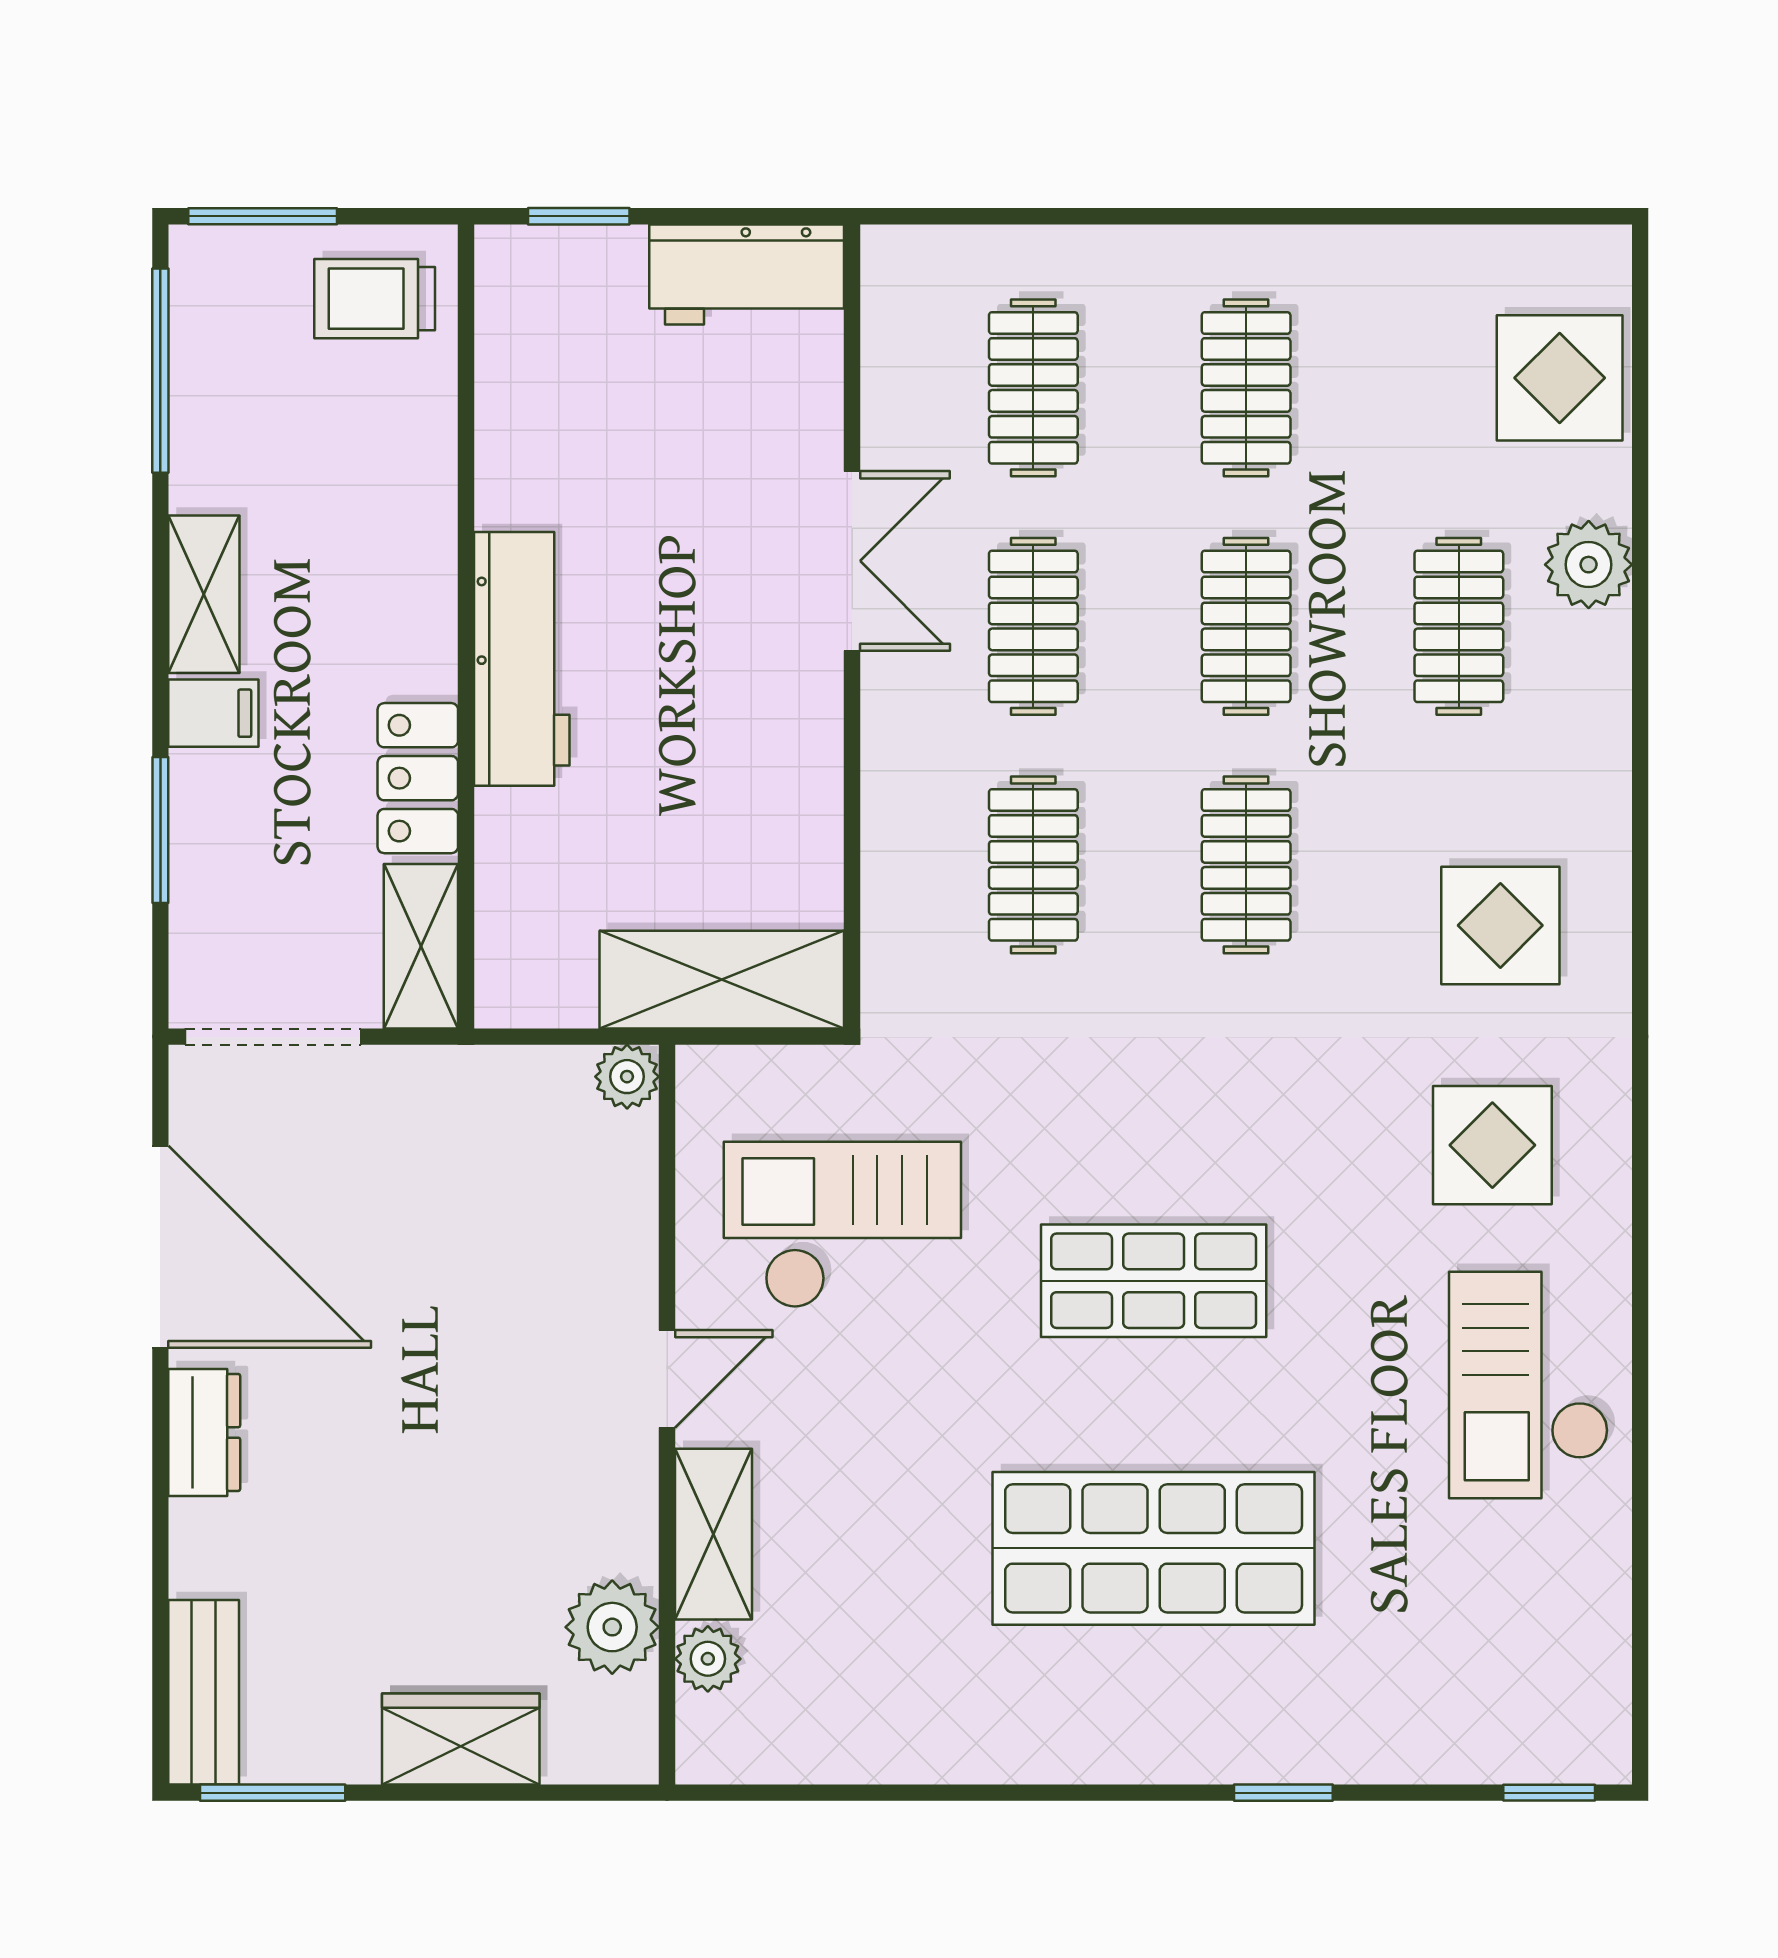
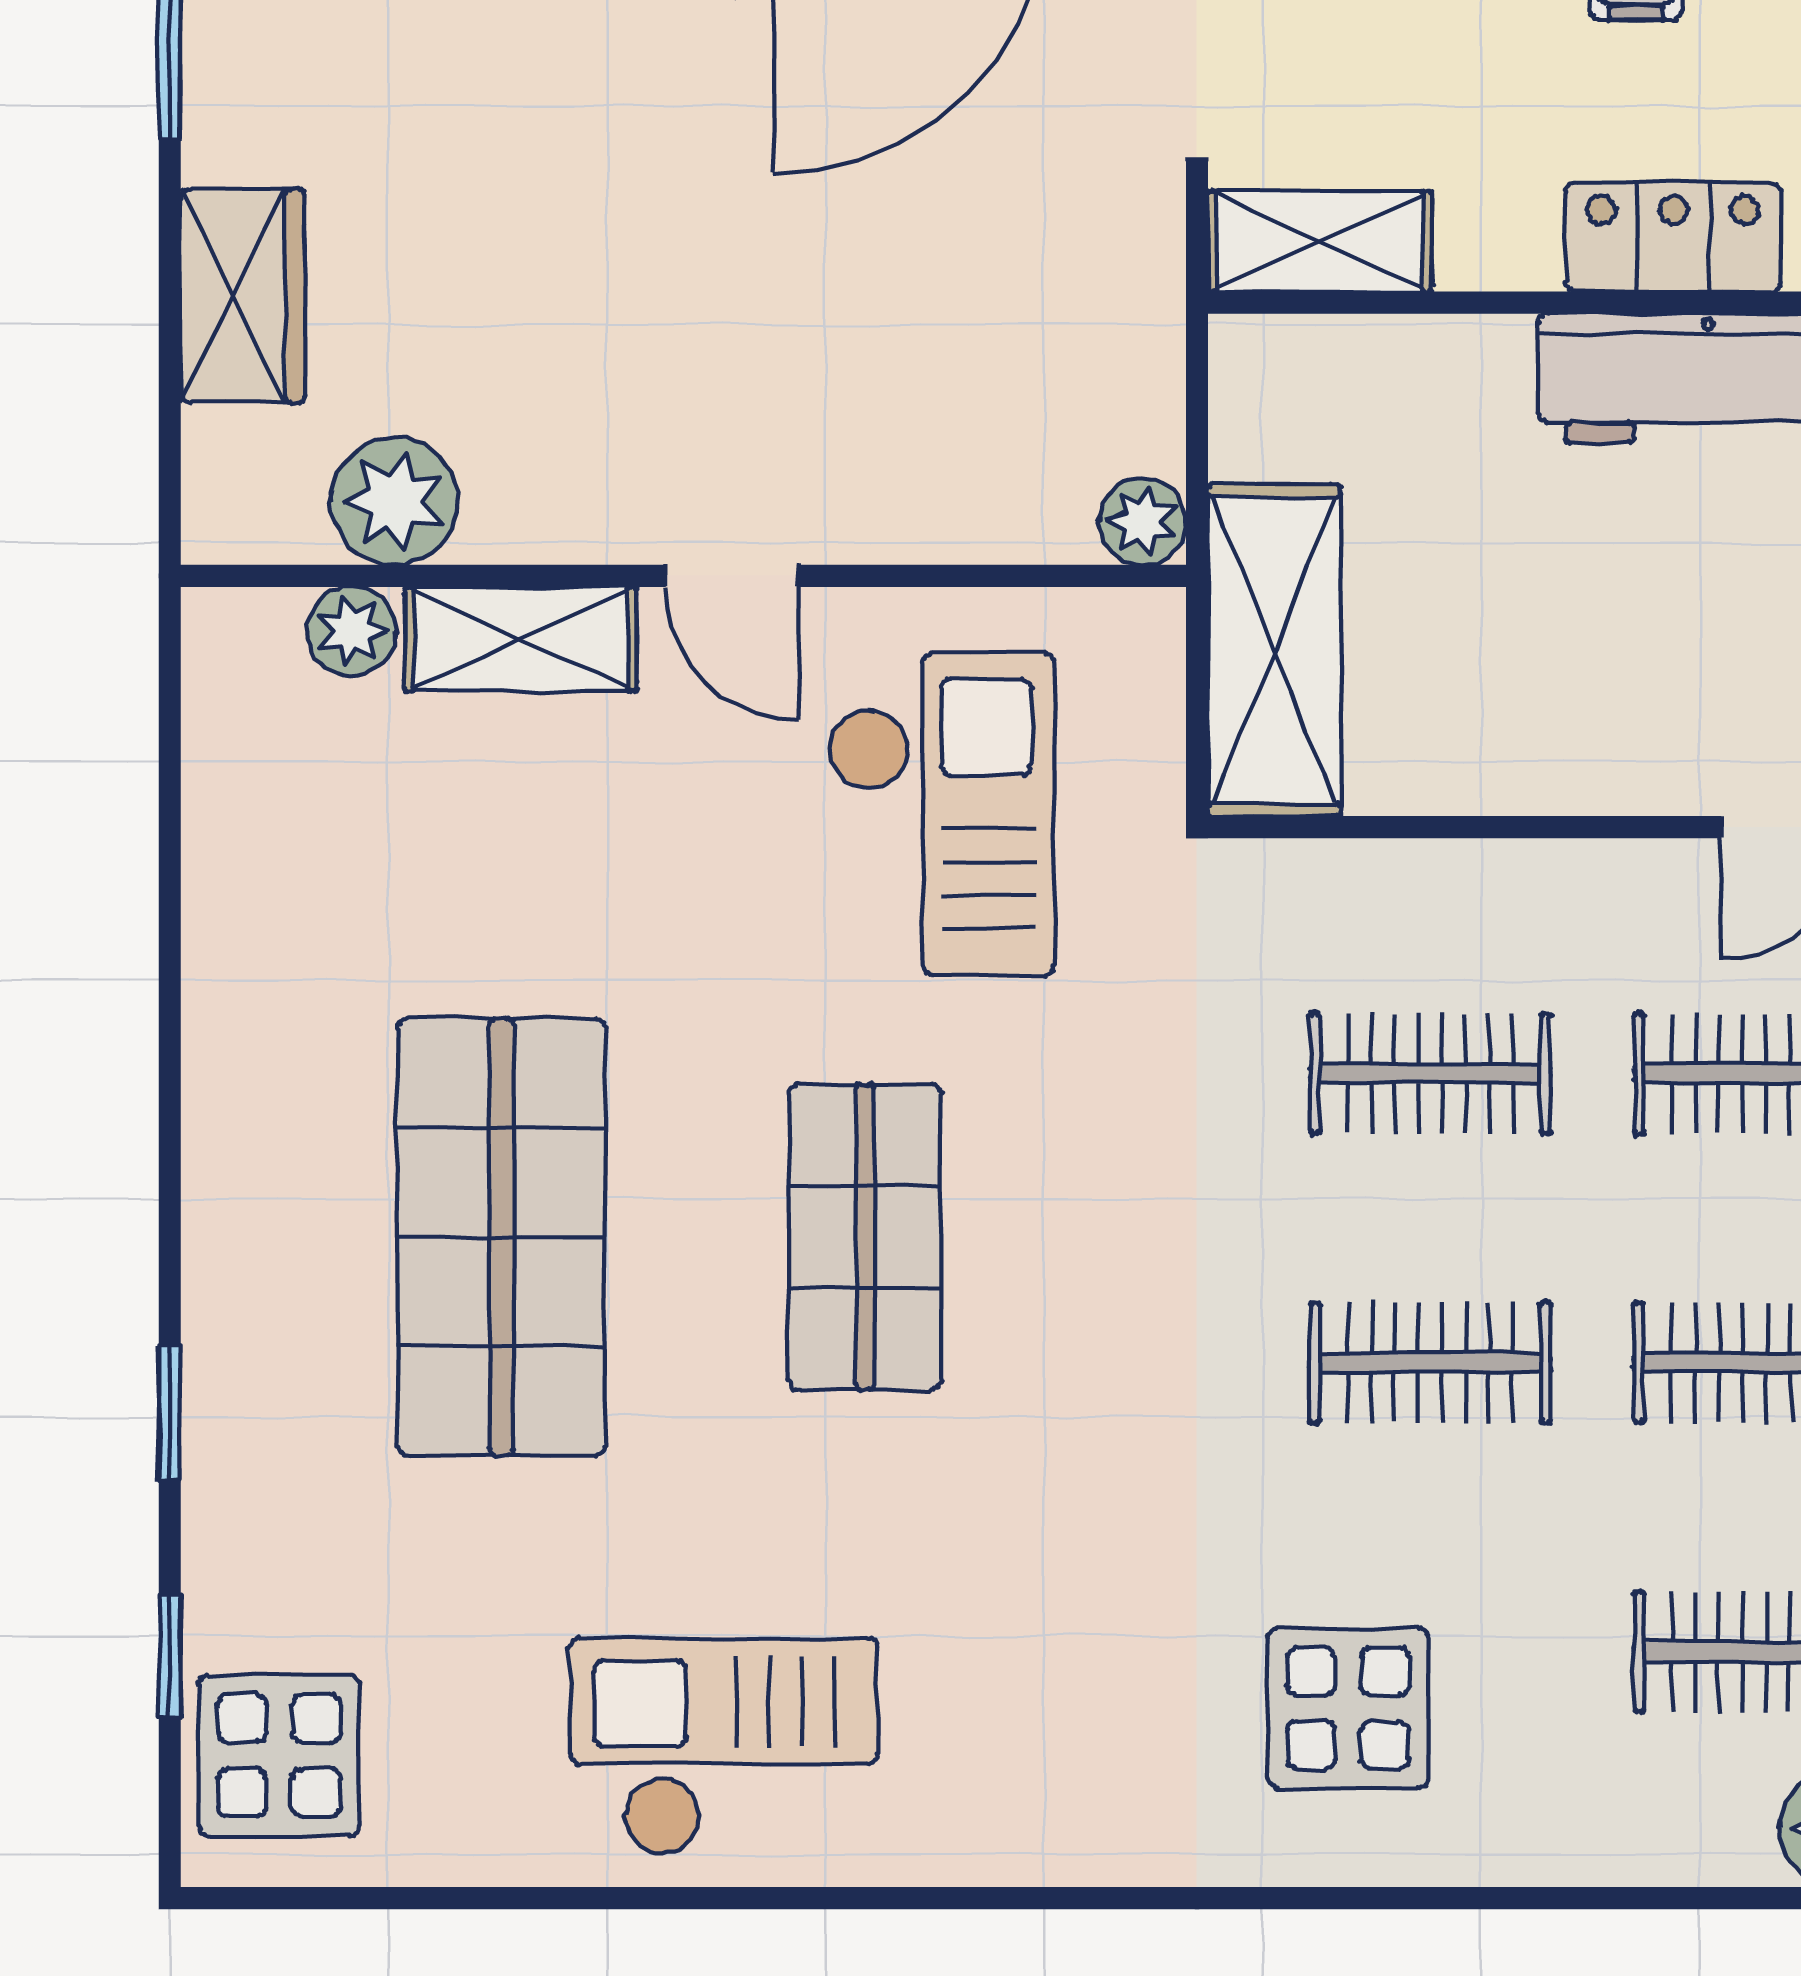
locker: (418, 778) -> (1673, 237), moved
display table: (1492, 1145) -> (279, 1756), moved
window: (1549, 1793) -> (170, 1655), moved

